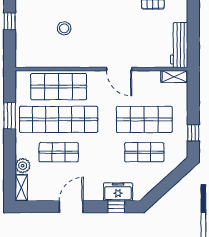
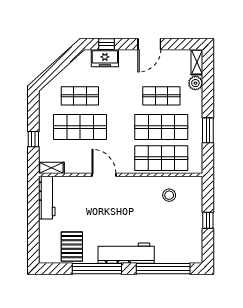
stool: (64, 28) -> (169, 195), moved
shop shelf: (59, 119) -> (161, 127), width x0.71
window: (193, 133) -> (33, 139), moved

